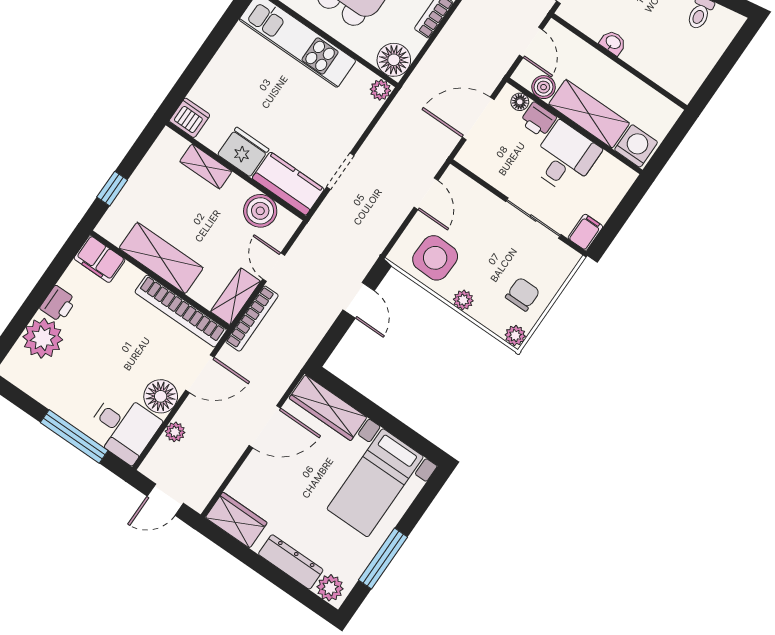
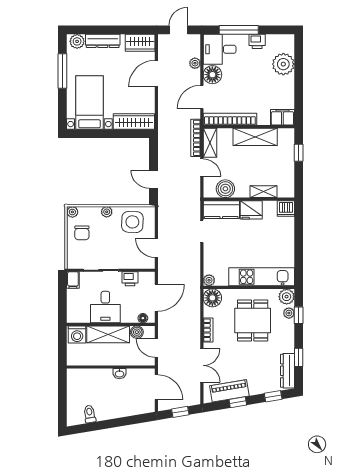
printer: (538, 120) -> (130, 279), moved, turned 180
printer: (58, 304) -> (257, 41), moved, turned -90
door: (265, 427) -> (156, 74), moved

